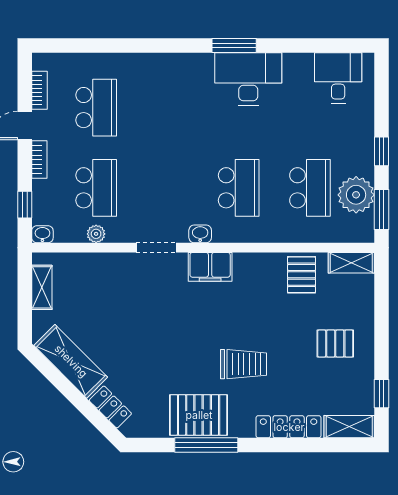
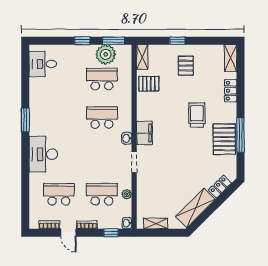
desk: (248, 79) -> (43, 154), moved
window: (381, 394) -> (177, 41), moved
locker: (289, 427) -> (231, 91), width x0.66

